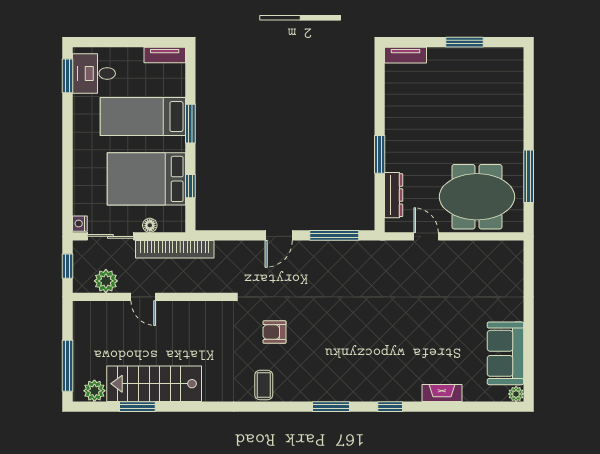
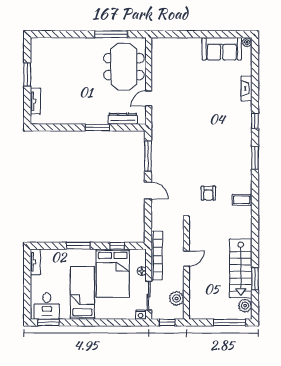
tv unit: (406, 55) -> (35, 101), moved
bed: (143, 117) -> (82, 293), moved, turned 180
door: (143, 297) -> (186, 258), moved

